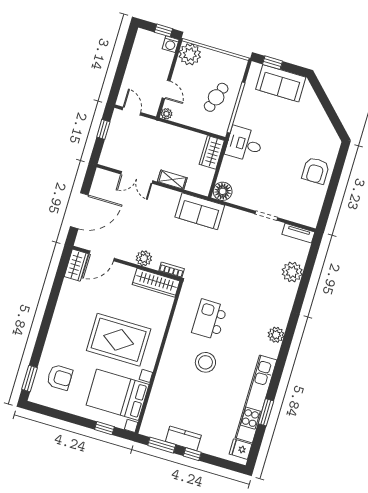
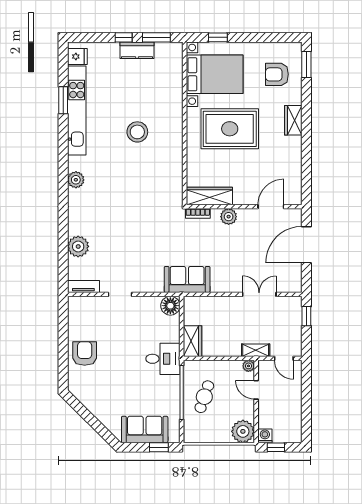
window: (103, 129) -> (306, 316), moved
shelving: (172, 180) -> (256, 350), moved
wardrobe: (76, 265) -> (293, 120), moved
kitchen island: (210, 319) -> (146, 176), removed

